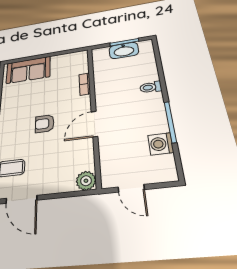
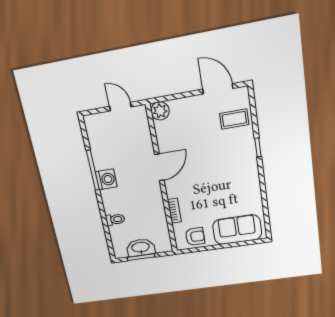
toilet: (151, 87) -> (115, 219), moved
armchair: (45, 124) -> (195, 237), moved
washing machine: (161, 144) -> (106, 179), moved

